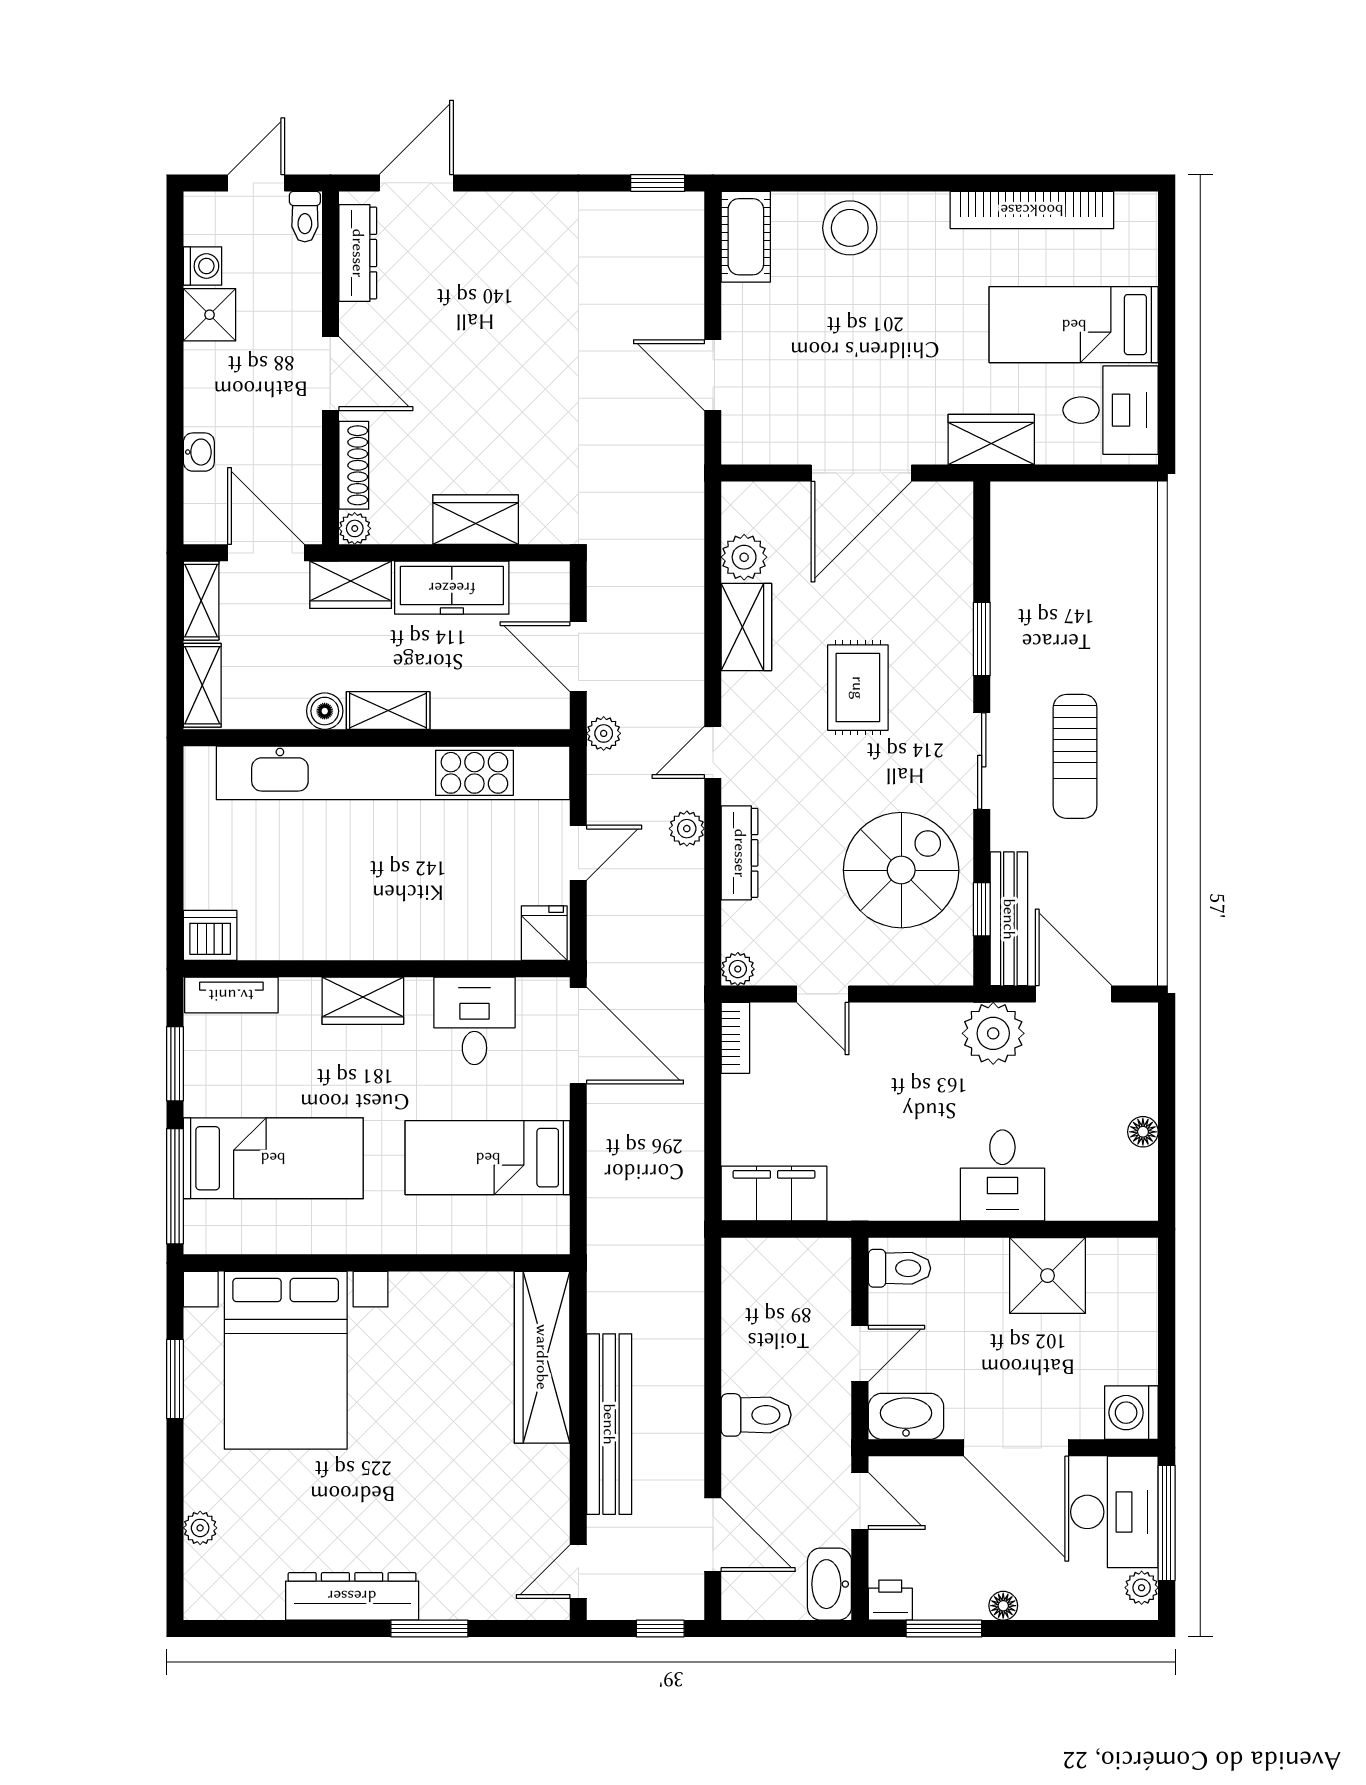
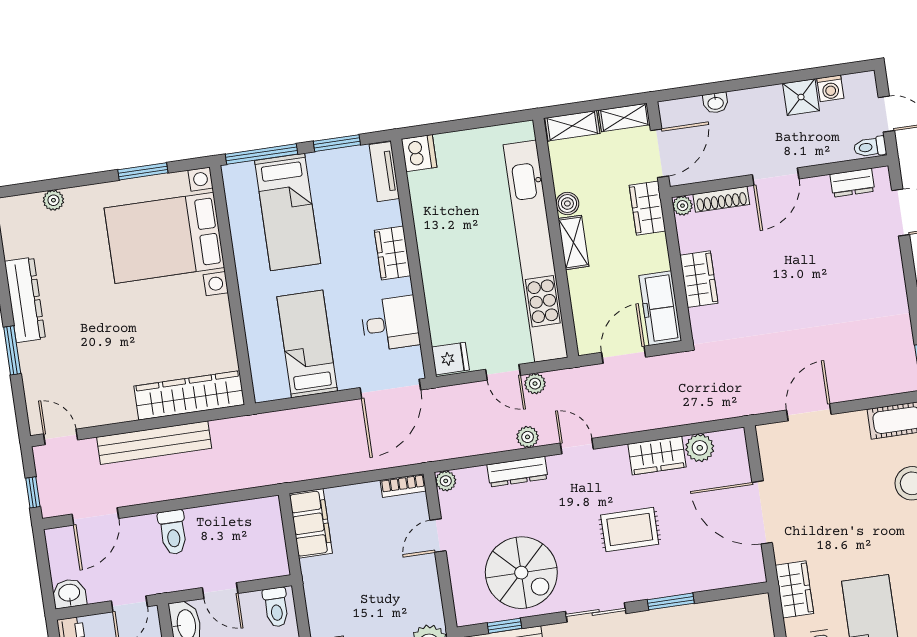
dresser: (358, 253) -> (852, 183), width x0.70
freezer: (452, 588) -> (660, 308), moved
plant: (604, 733) -> (535, 384), moved
washbasin: (829, 1584) -> (69, 593), width x0.72

